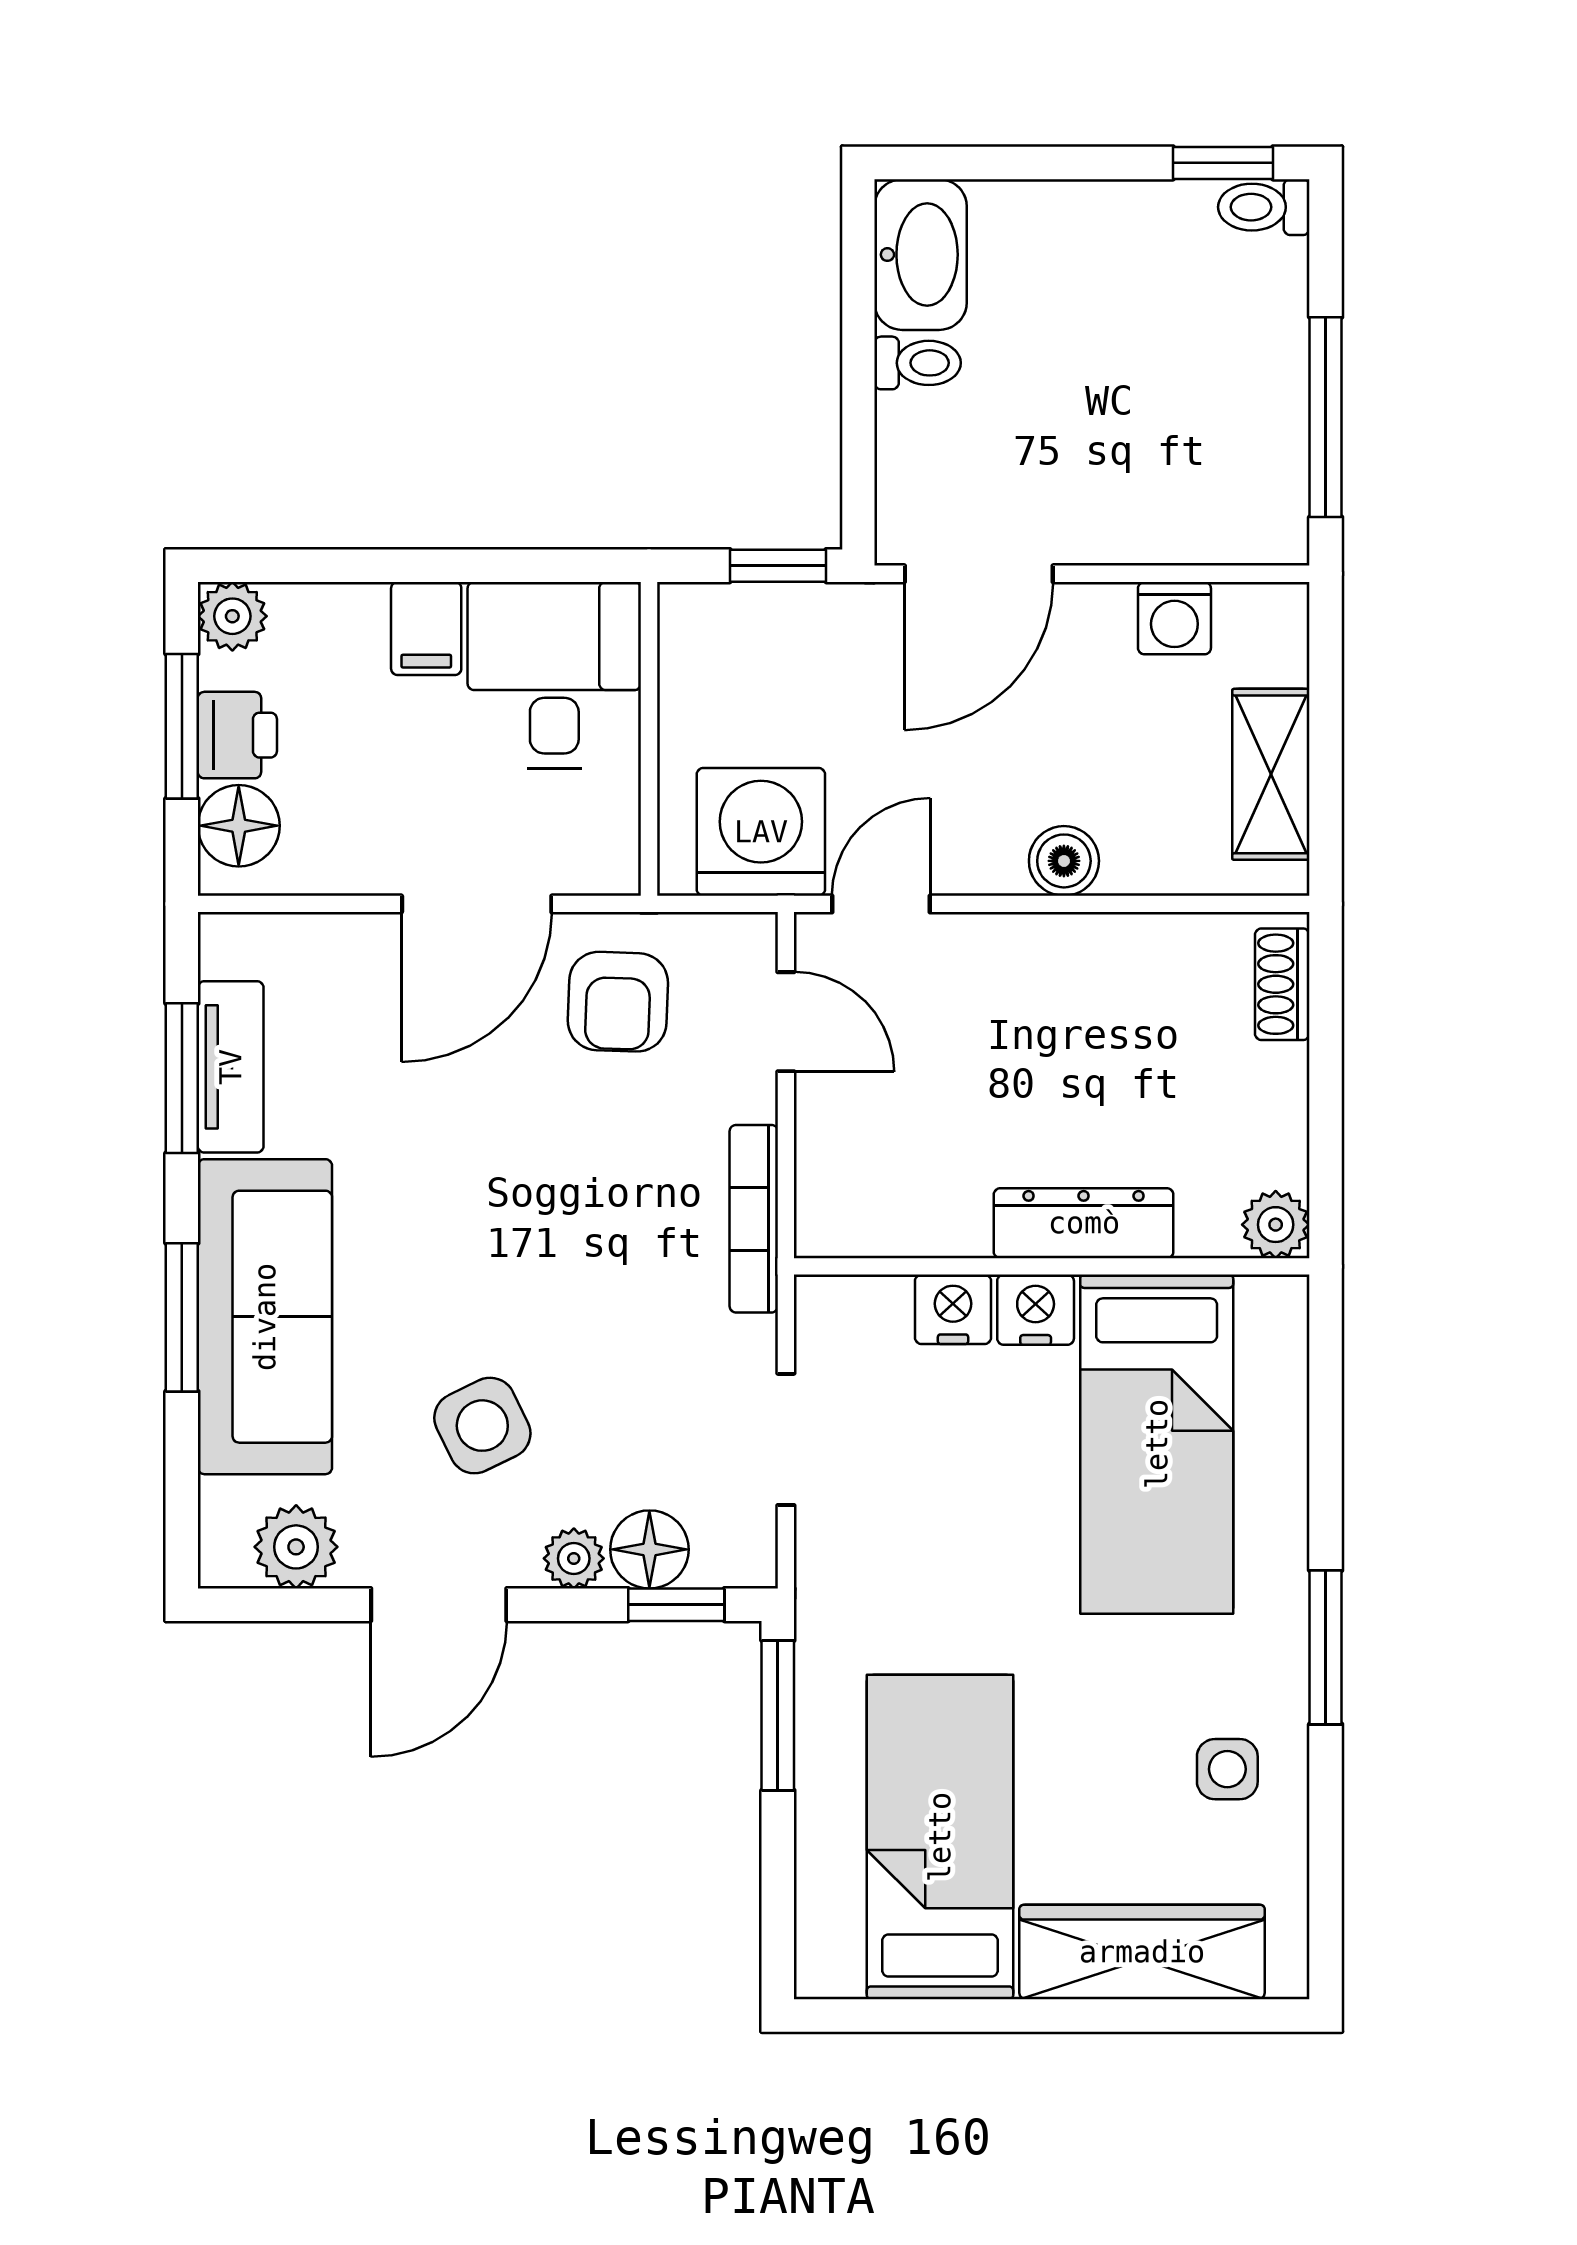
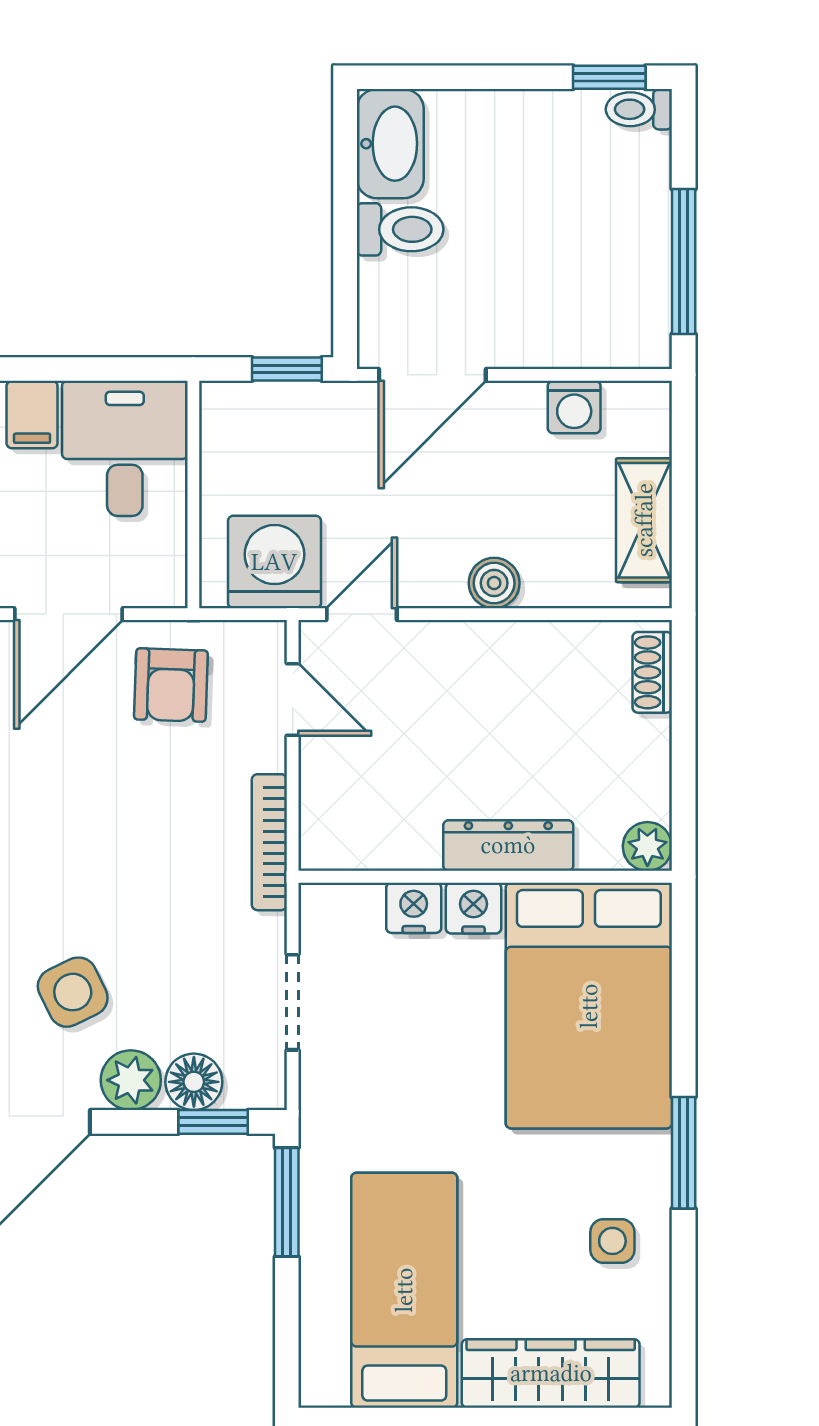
toilet: (918, 363) -> (400, 229), width x1.37, depth x1.39
bed: (1157, 1444) -> (589, 1006), width x1.50
plant: (574, 1558) -> (131, 1080), width x1.38, depth x1.38

